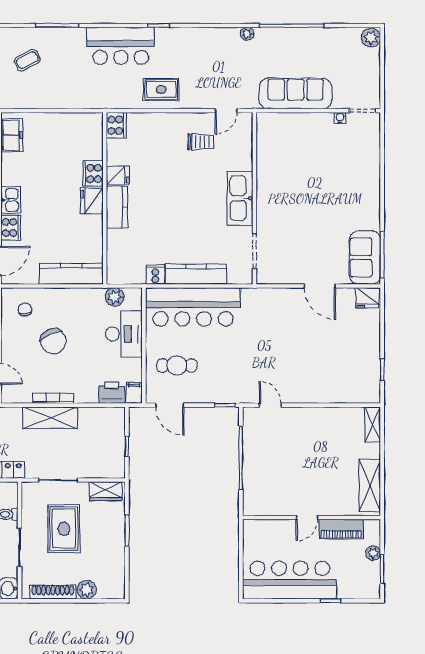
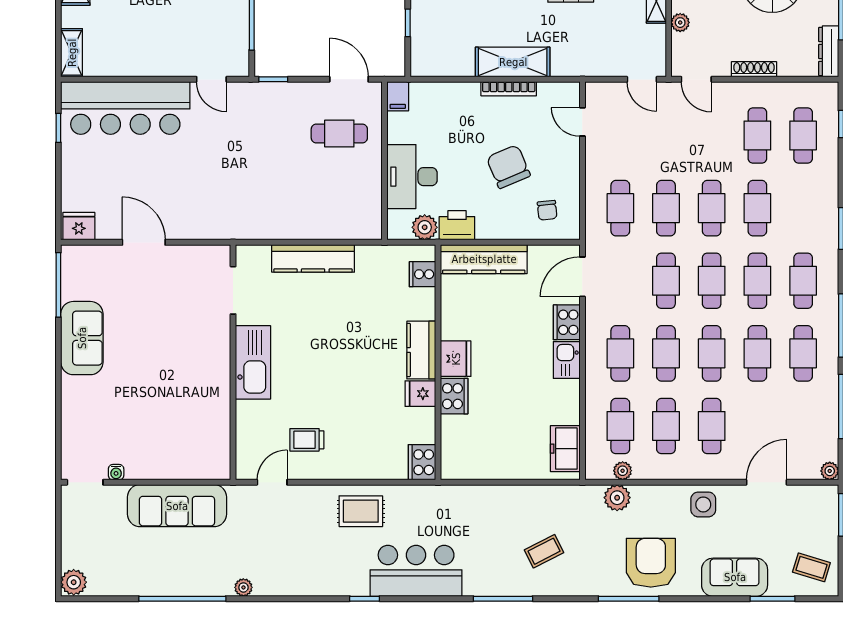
sofa: (365, 257) -> (82, 338), moved
cooker: (155, 275) -> (422, 274), moved, turned 90
bar counter: (193, 307) -> (125, 108), moved, turned 180
printer: (112, 393) -> (457, 225), moved, turned 180

